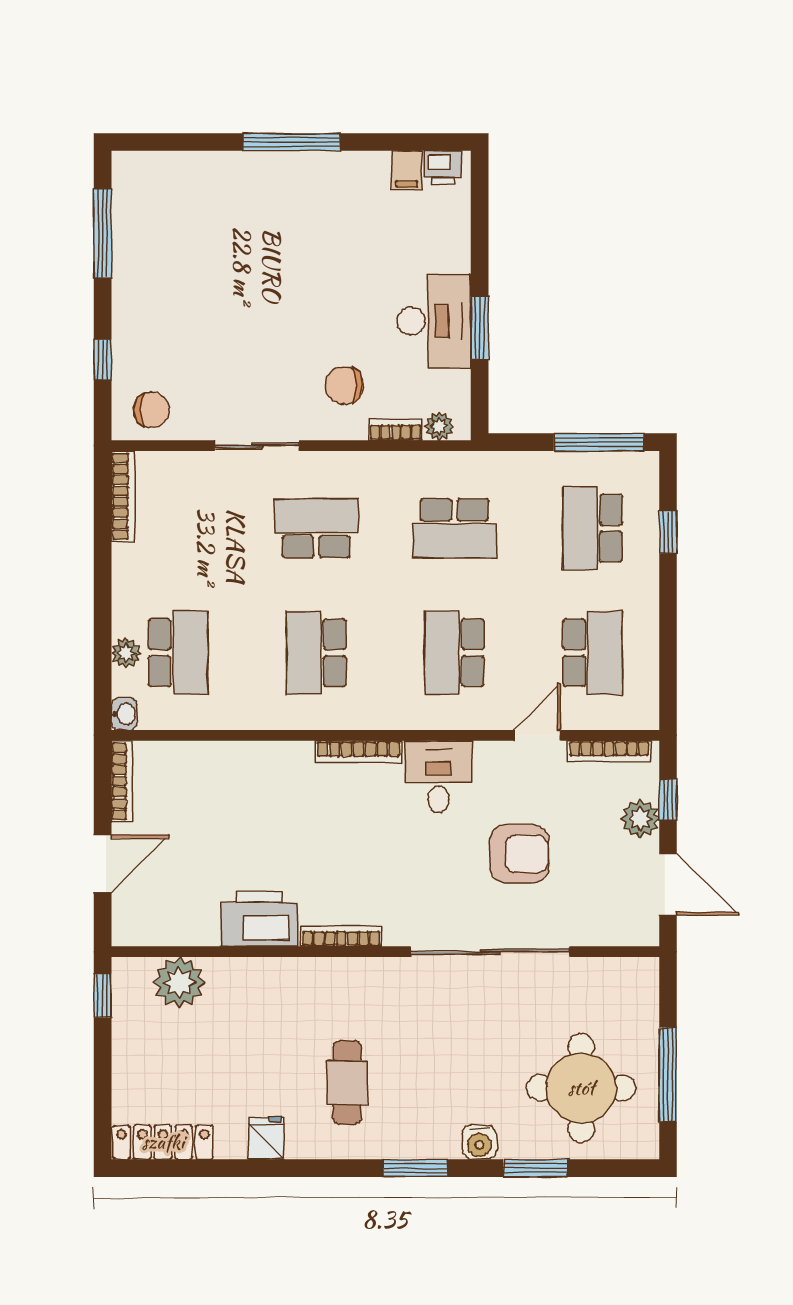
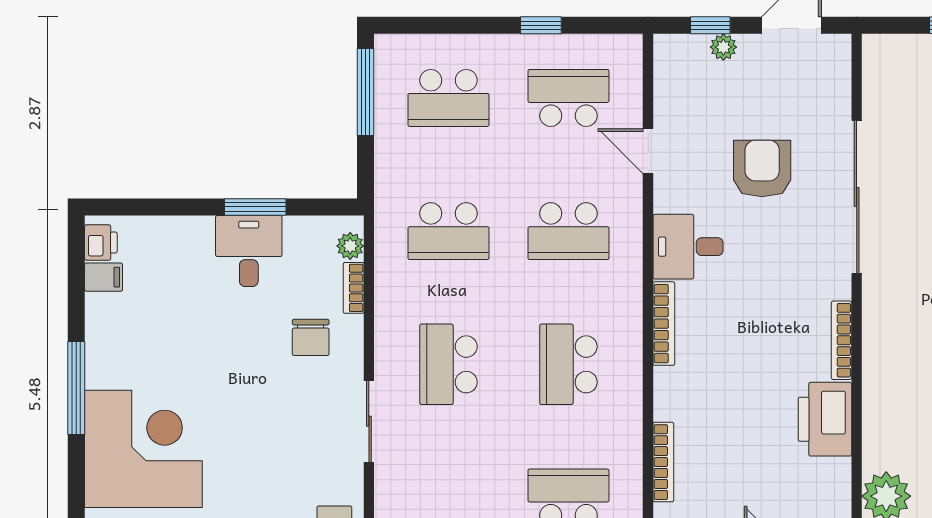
corner desk: (228, 212) -> (143, 449), added
desk: (434, 321) -> (249, 251), width x0.73
school desk: (454, 528) -> (448, 231), turned 90
window: (668, 532) -> (541, 25), moved
school desk: (316, 653) -> (568, 364), turned 90
bookcase: (609, 751) -> (663, 462), moved
plant: (640, 819) -> (723, 47), width x0.73, depth x0.73

